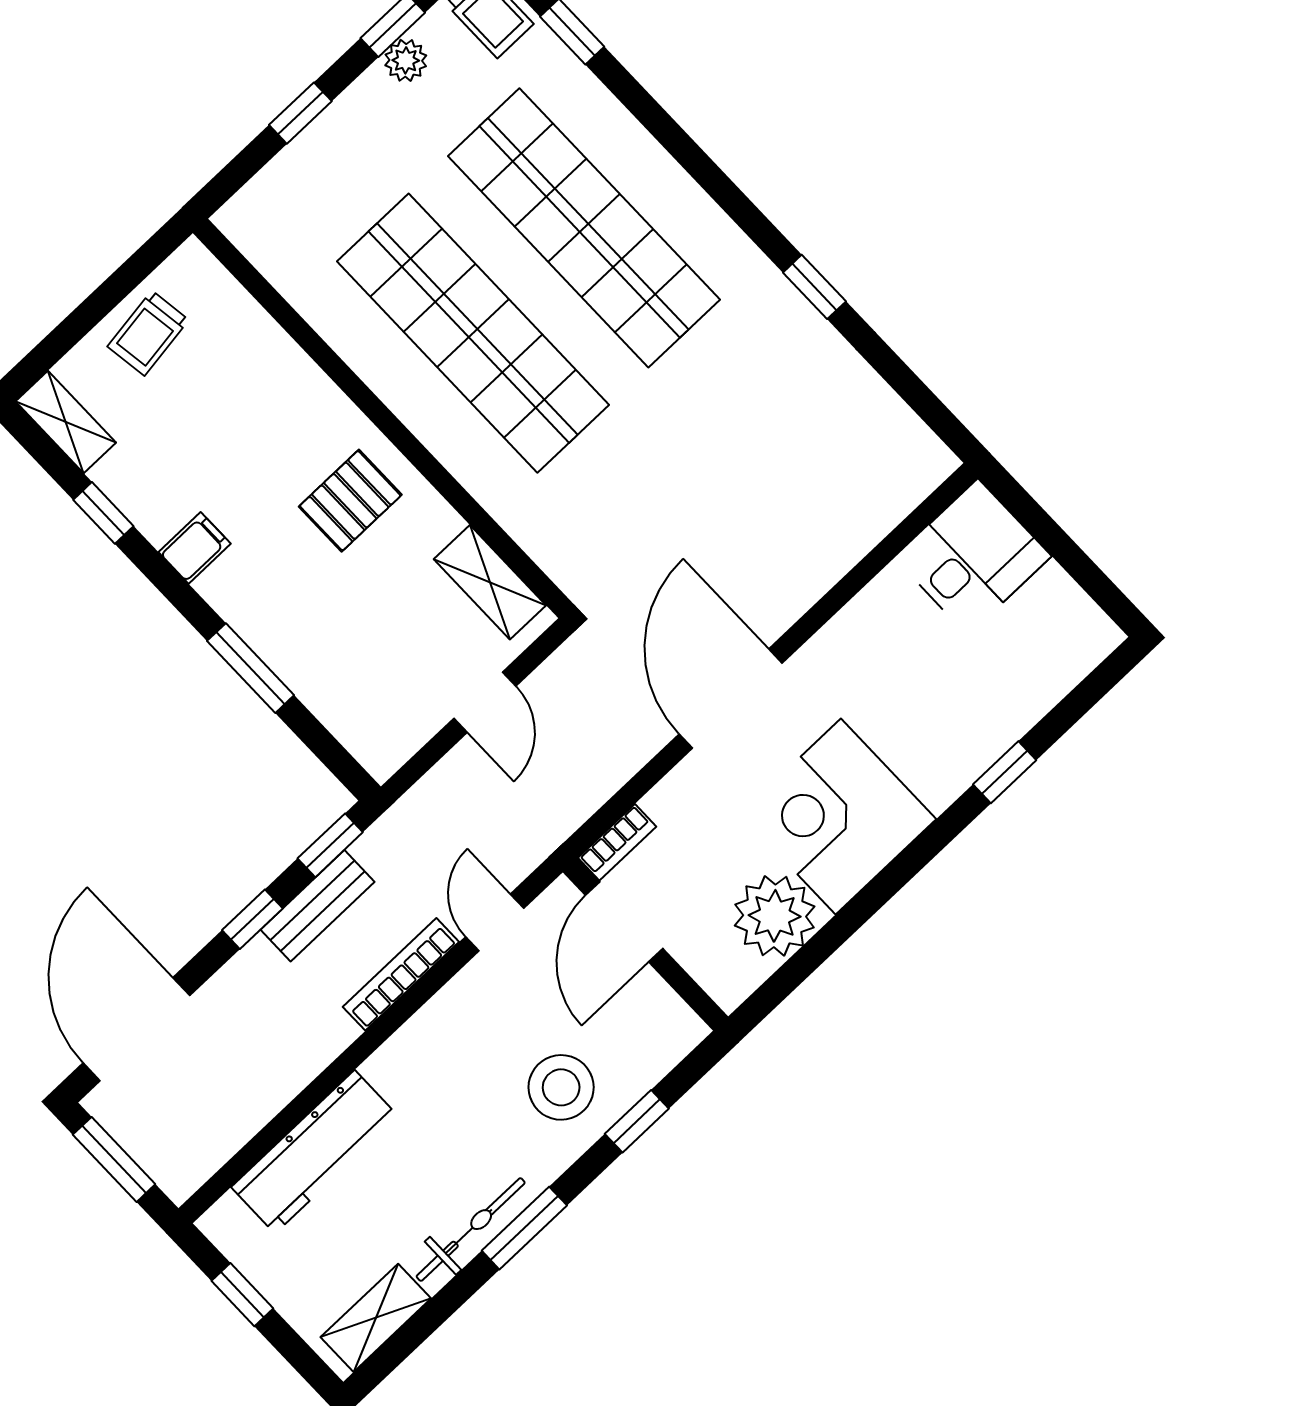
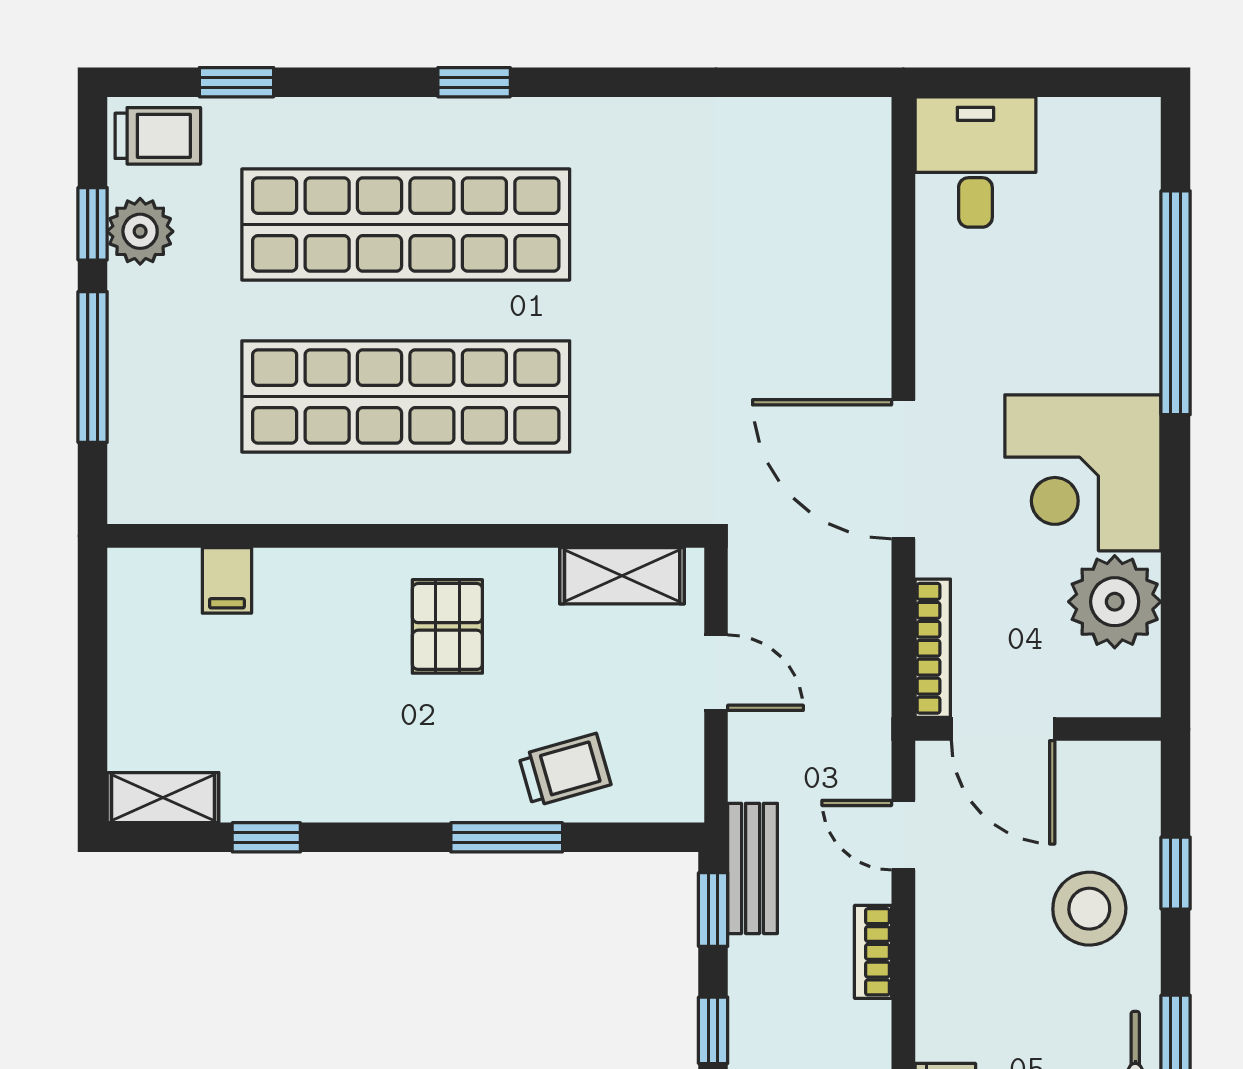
plant: (406, 60) -> (140, 231), width x1.38, depth x1.38
window: (300, 113) -> (93, 367), width x2.17
window: (814, 287) -> (474, 82), moved
trolley: (148, 333) -> (565, 770), moved, turned -98
filing cabinet: (195, 548) -> (227, 580), moved, turned 180
window: (1005, 772) -> (1176, 303), width x3.17
bookcase: (617, 842) -> (933, 648), width x1.56
bench: (317, 906) -> (753, 868), moved
bookcase: (401, 974) -> (873, 952), width x0.64

